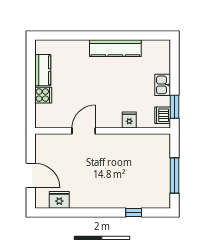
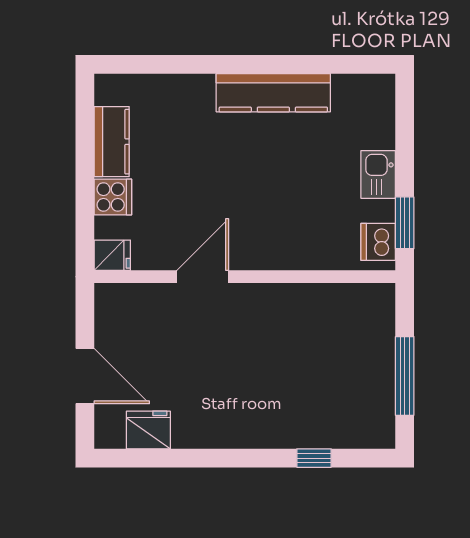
fridge: (129, 120) -> (112, 255), moved, turned 90

